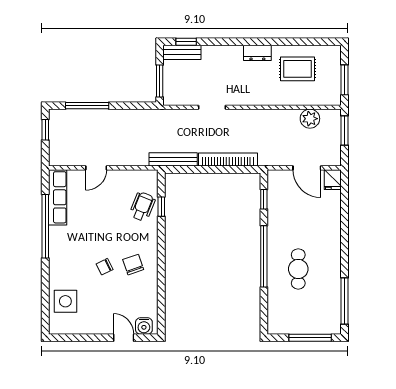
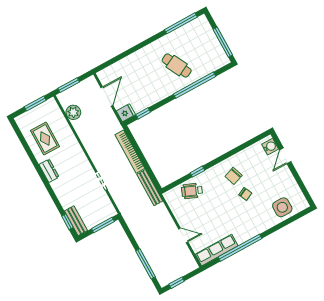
fridge: (333, 180) -> (126, 113), moved
window: (161, 207) -> (197, 172), moved
window: (264, 256) -> (195, 85), moved
cafe table: (298, 269) -> (177, 66), turned 63
window: (310, 338) -> (223, 42), moved

